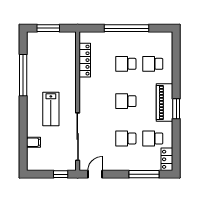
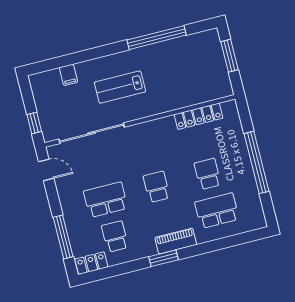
school desk: (153, 64) -> (217, 211), width x1.85
piano: (164, 103) -> (176, 241), width x0.73, depth x0.75
school desk: (126, 138) -> (106, 200), width x1.85

